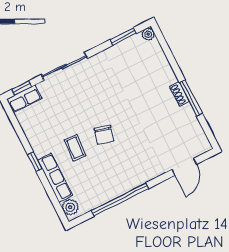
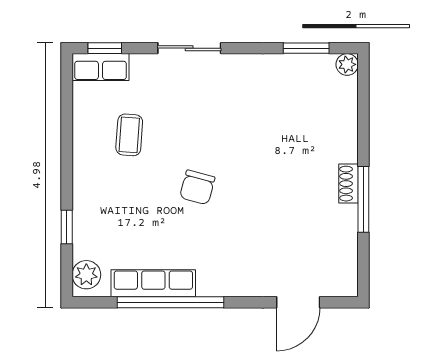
sliding door: (64, 66) -> (189, 48), width x0.73
coffee table: (75, 148) -> (129, 135), moved
window: (35, 162) -> (67, 227), moved
row of seats: (55, 178) -> (153, 283), moved, turned -90

